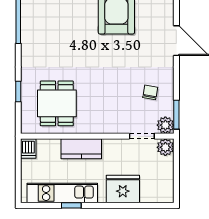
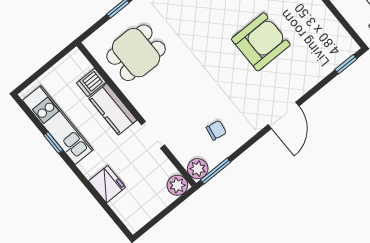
doorway: (142, 136) -> (153, 135), moved
dishwasher: (28, 148) -> (91, 82), moved
fridge: (123, 189) -> (107, 184), width x0.73, depth x0.75

